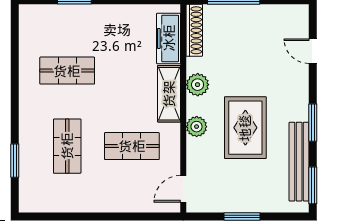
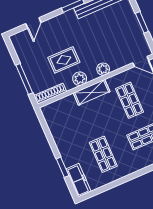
freezer: (169, 38) -> (79, 180), moved, turned -90
rug: (245, 128) -> (64, 60), moved, width x0.73, depth x0.70

